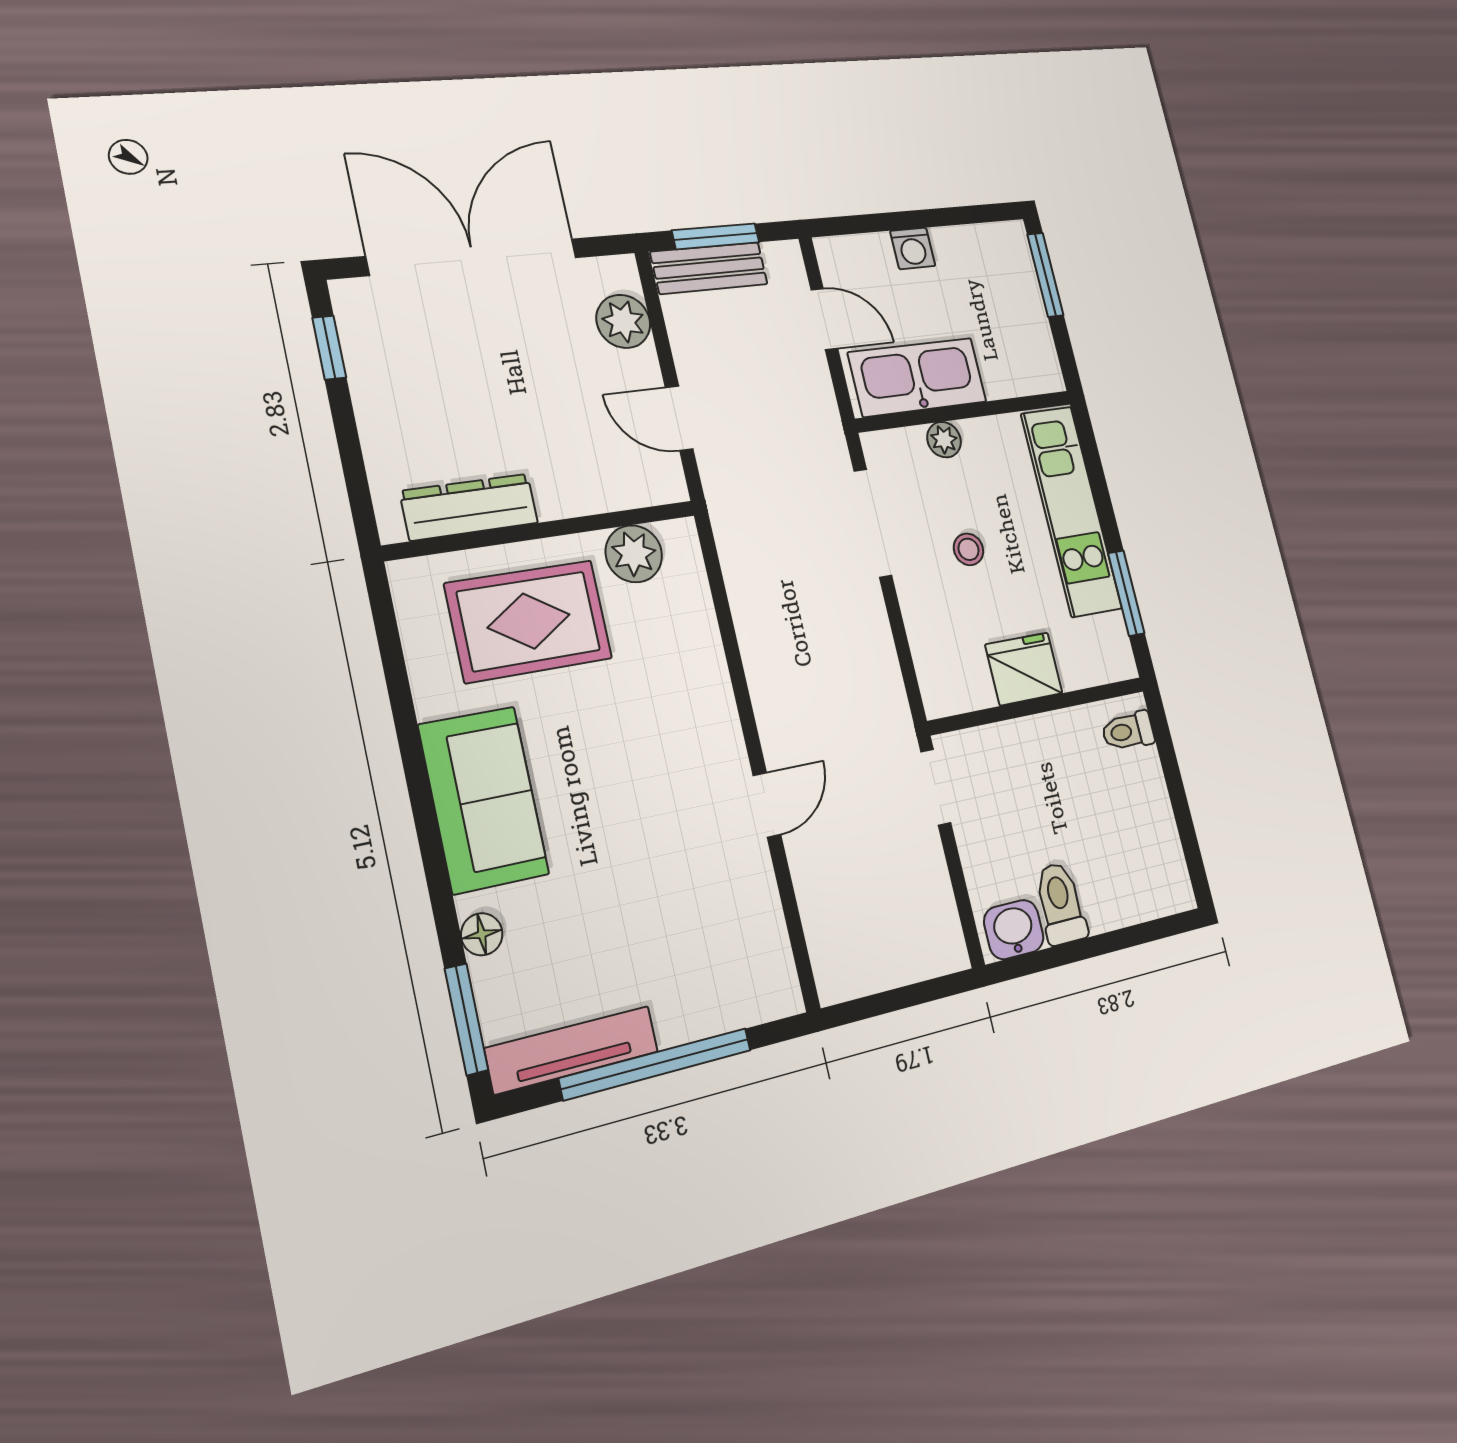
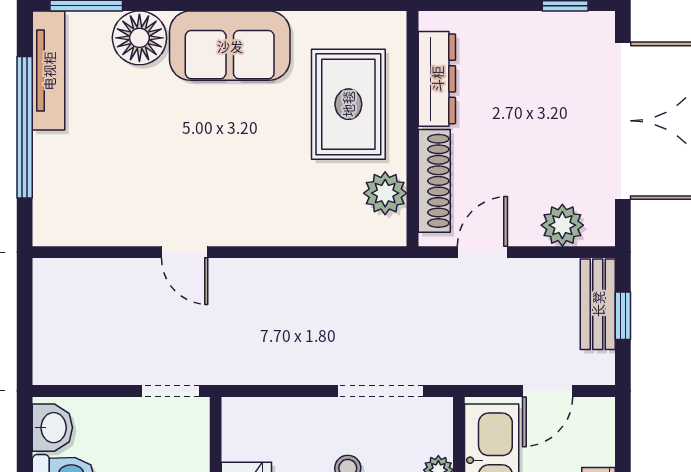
window: (716, 236) -> (623, 316), width x0.67
shoe rack: (604, 492) -> (434, 181), added
floor lamp: (482, 934) -> (139, 38), width x1.89, depth x1.89

